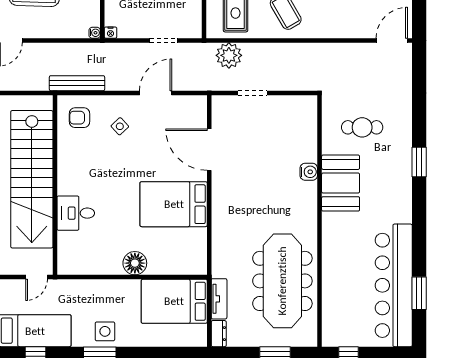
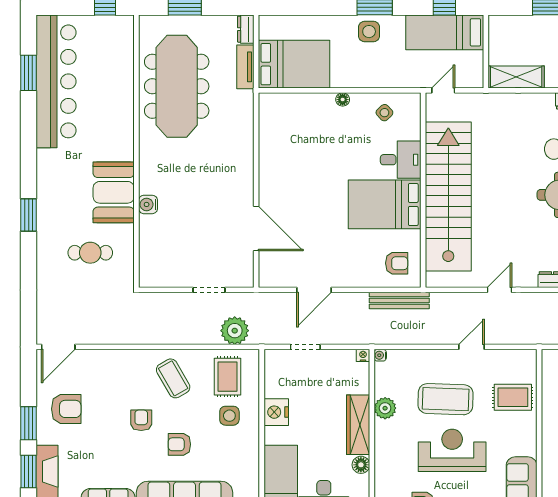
side table: (120, 126) -> (384, 113), moved
bed: (174, 204) -> (385, 204), moved, turned 180
floor lamp: (135, 263) -> (343, 100), width x0.53, depth x0.53

